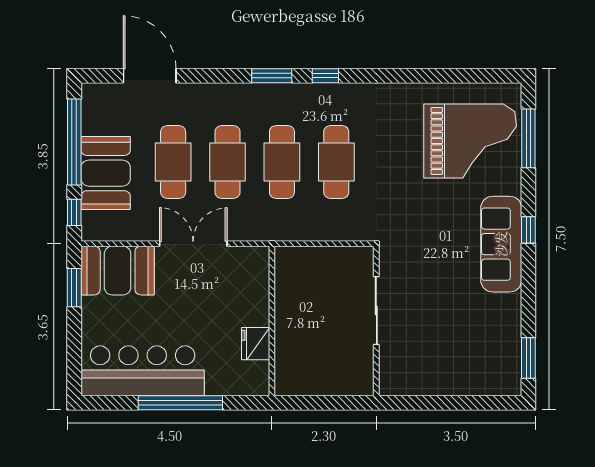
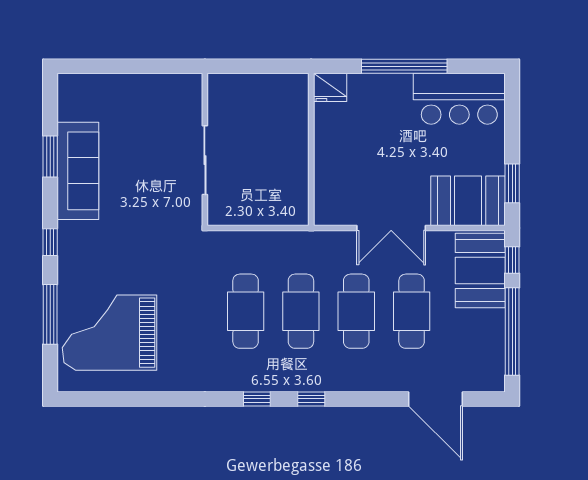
window: (272, 76) -> (311, 399), width x0.67
window: (528, 138) -> (50, 314), moved
booth: (106, 173) -> (480, 271), moved
sofa: (501, 244) -> (78, 171), moved
fridge: (256, 344) -> (330, 87), moved, turned 90
window: (528, 358) -> (50, 157), moved
bar counter: (143, 371) -> (459, 99), width x0.73

